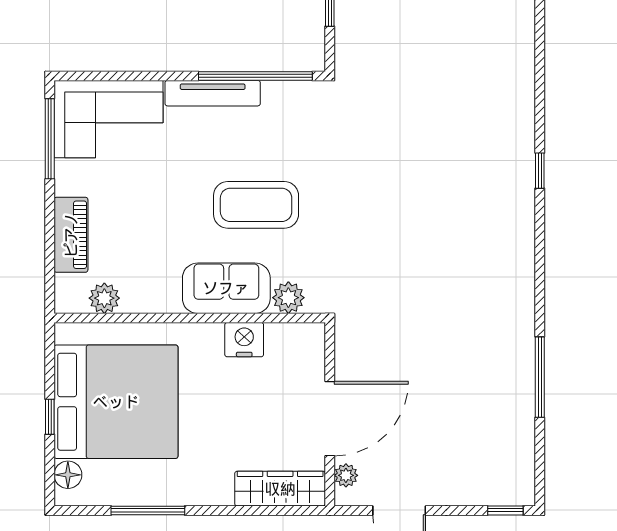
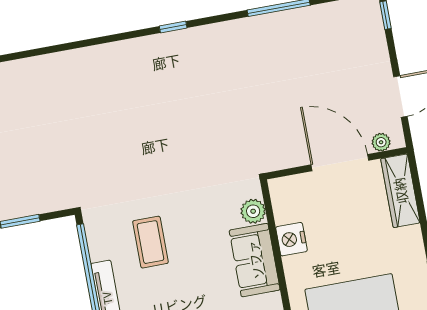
window: (540, 171) -> (173, 27), moved
coffee table: (256, 205) -> (150, 242), moved, width x0.73, depth x0.76

